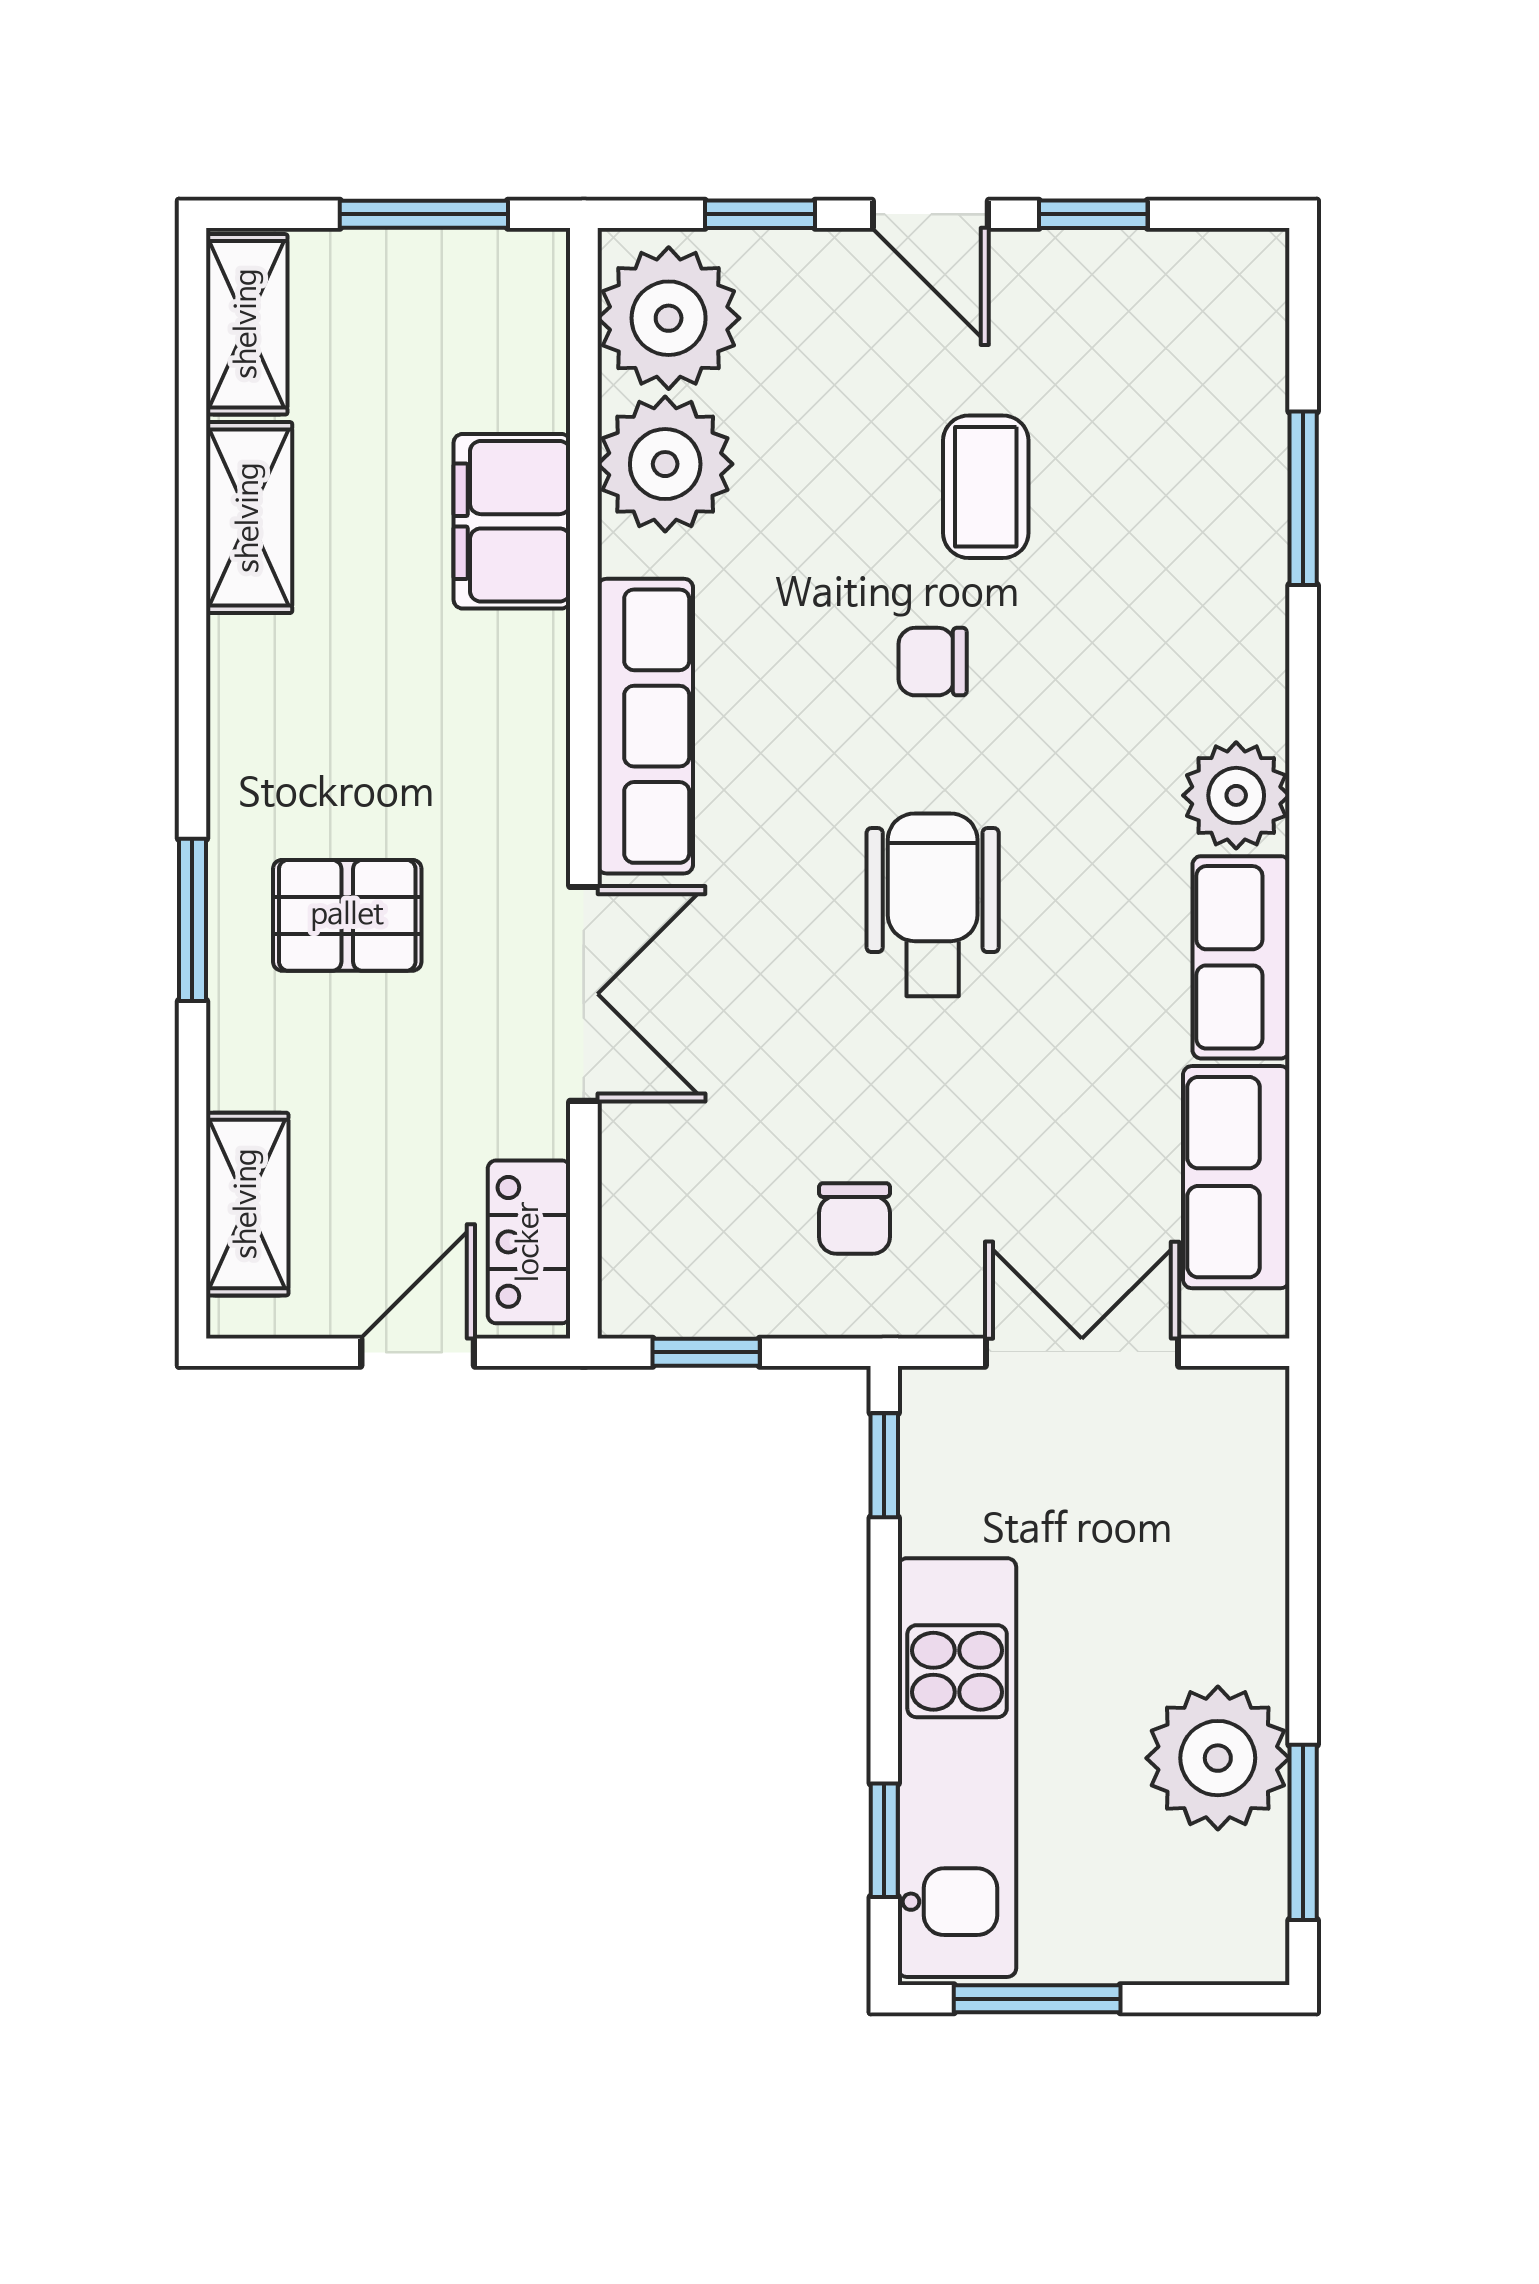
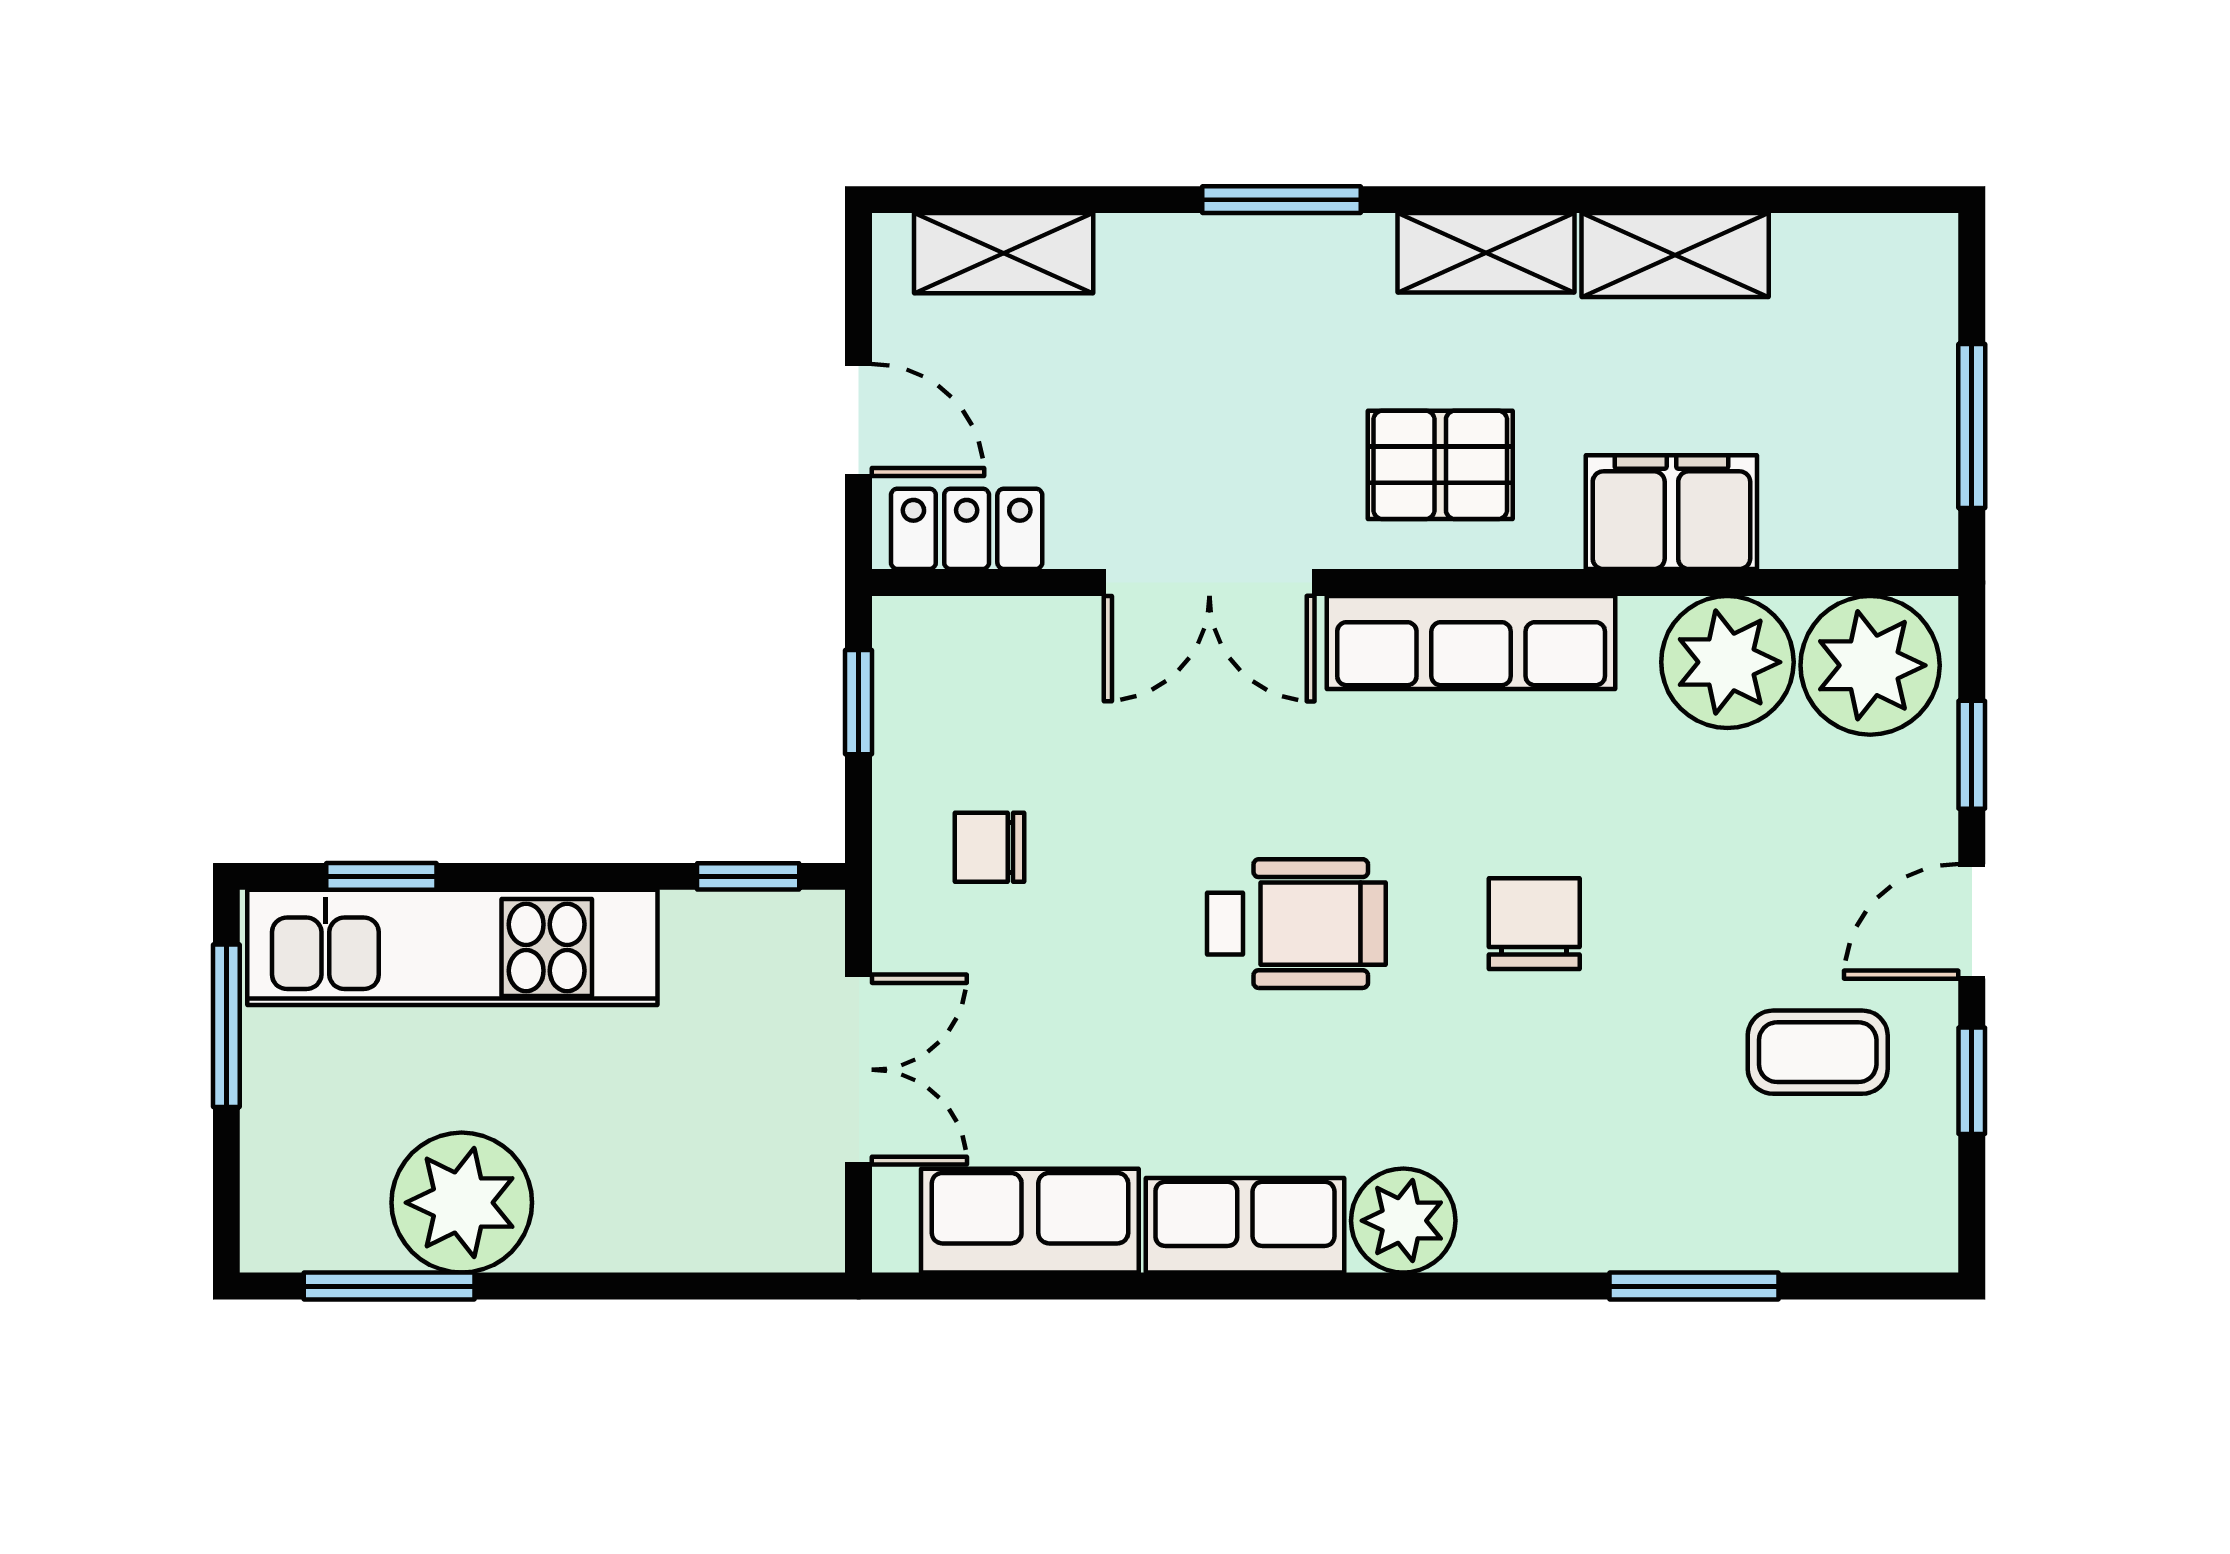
shelving: (247, 324) -> (1486, 253), moved
coffee table: (986, 487) -> (1818, 1052), moved
chair: (933, 662) -> (1534, 924), width x1.37, depth x1.37
pallet: (347, 915) -> (1440, 465), moved, turned 90

